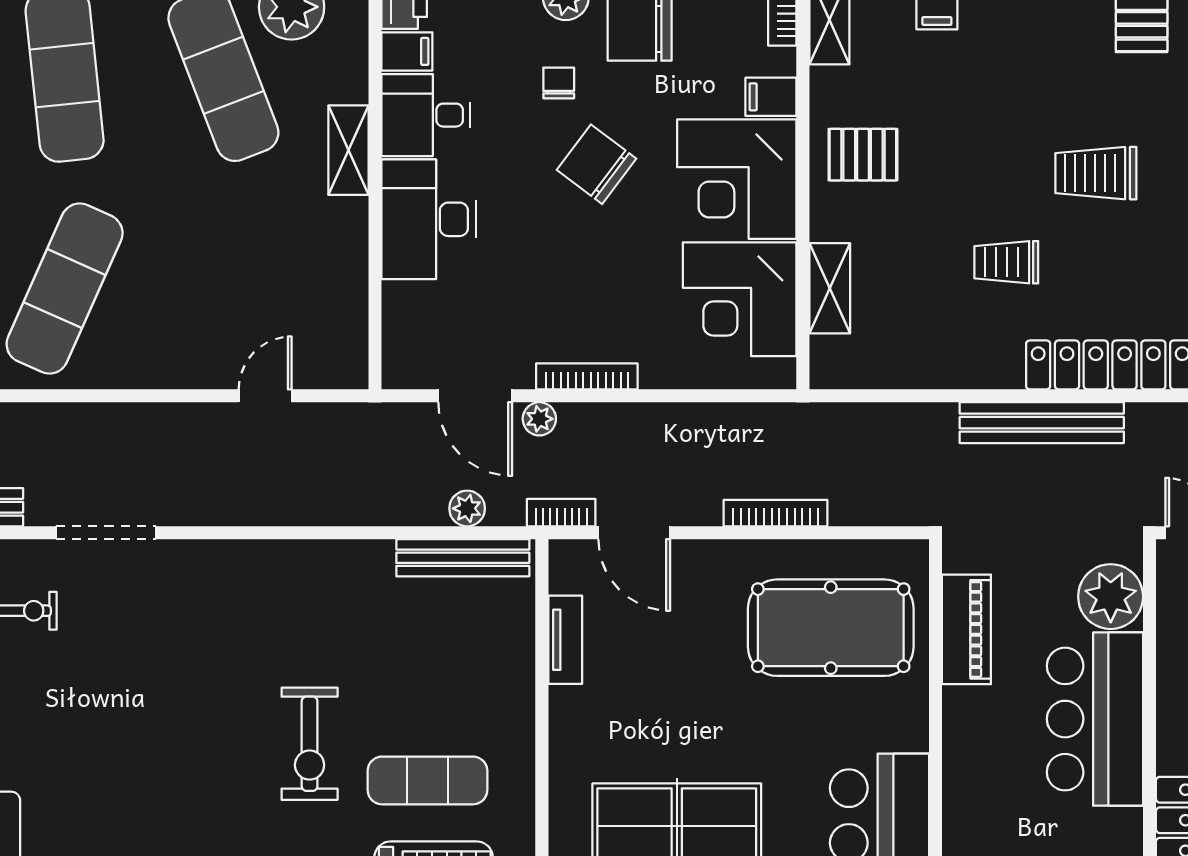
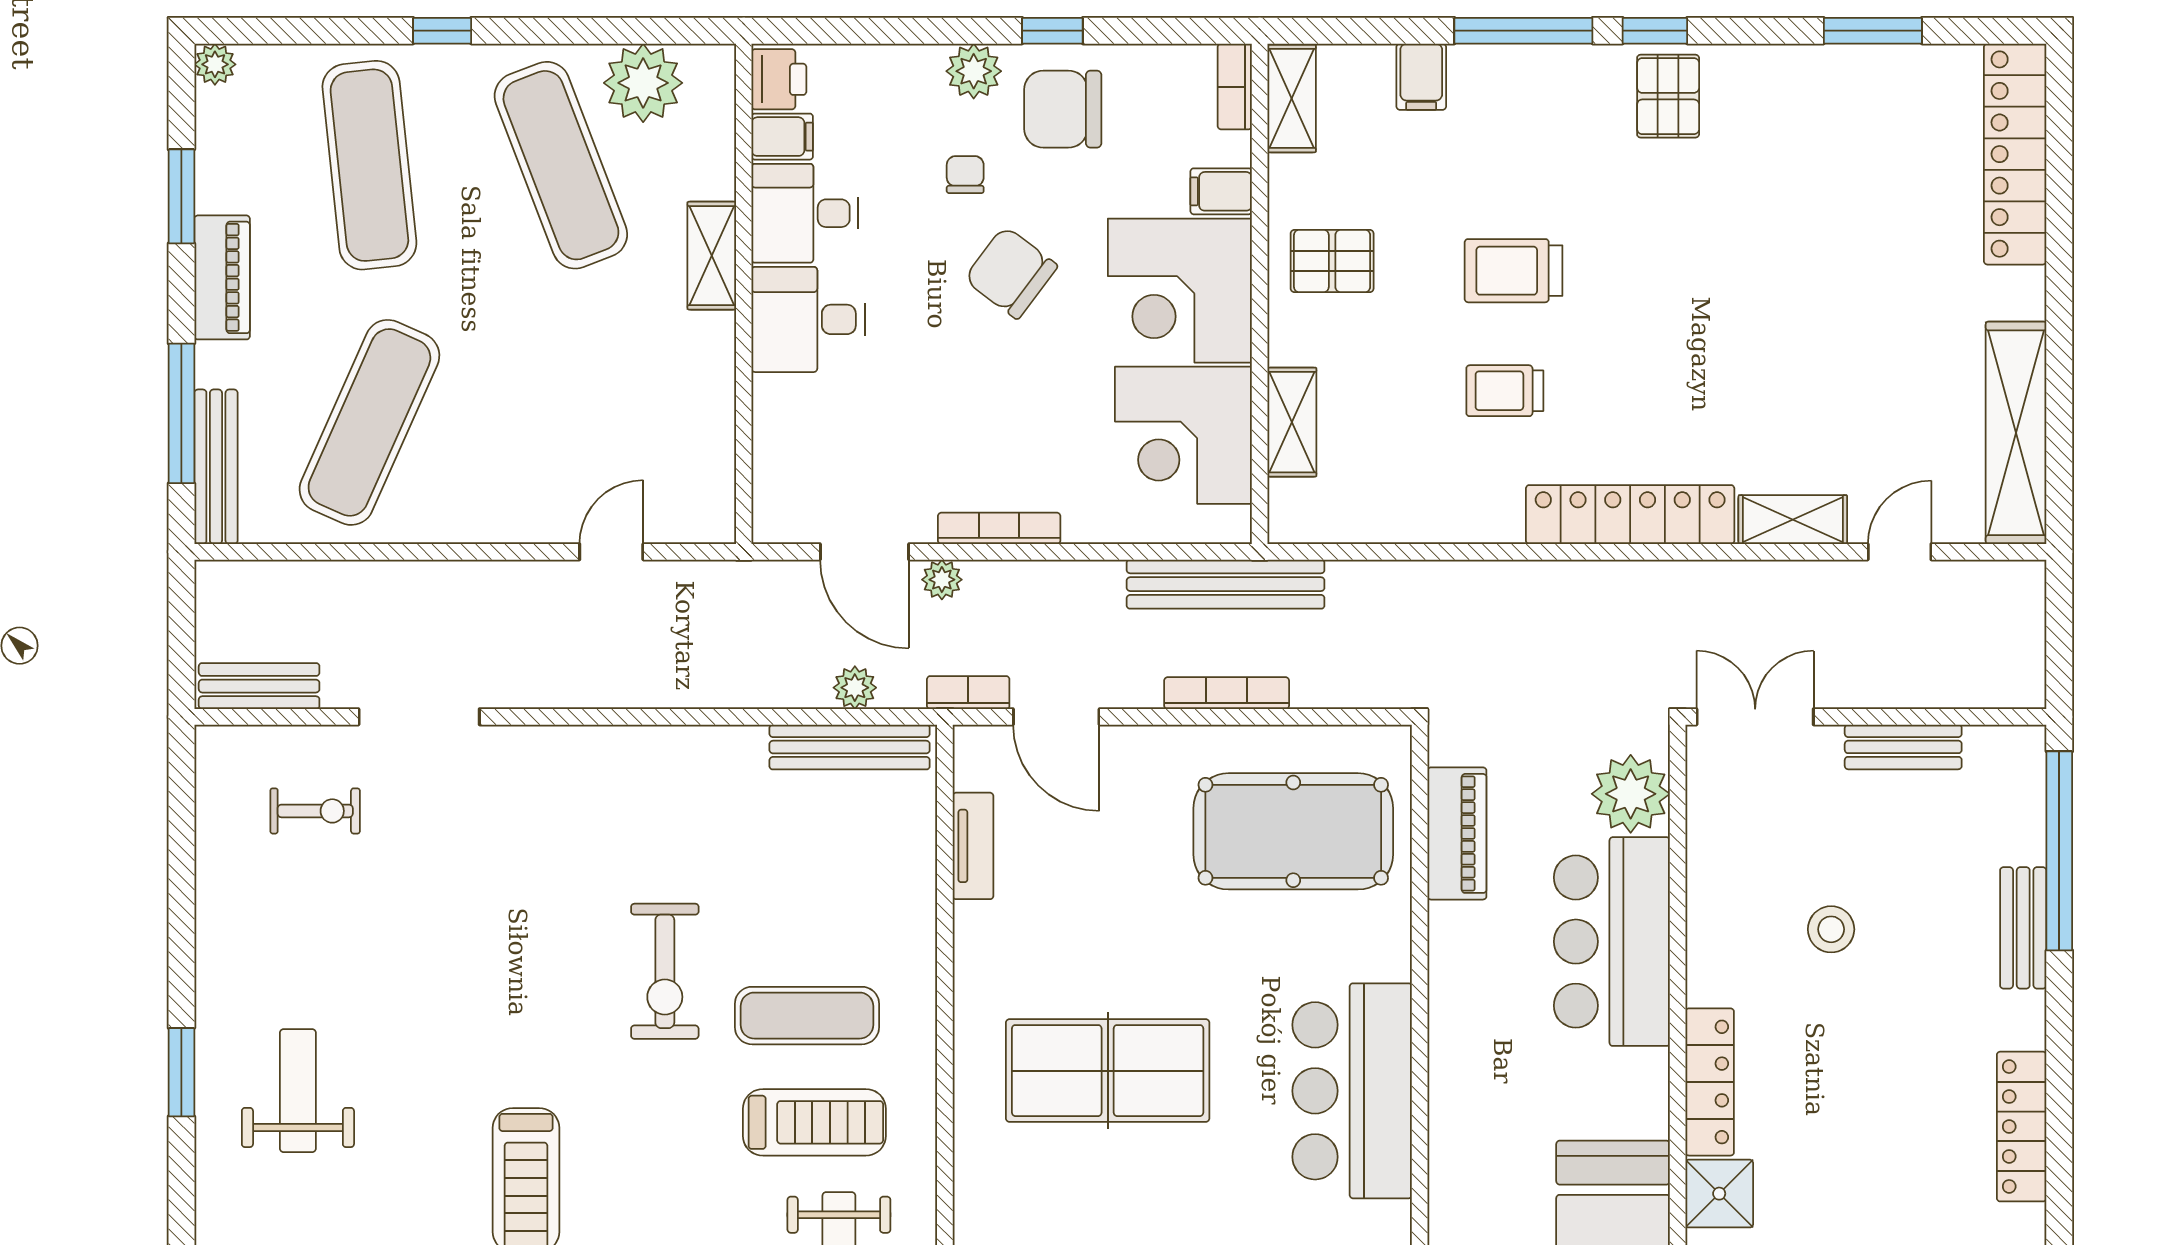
trolley: (1096, 173) -> (1514, 271), moved
desk: (428, 219) -> (808, 319), width x0.73
bench: (1042, 423) -> (1226, 584), moved

